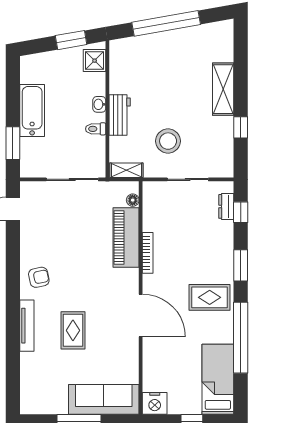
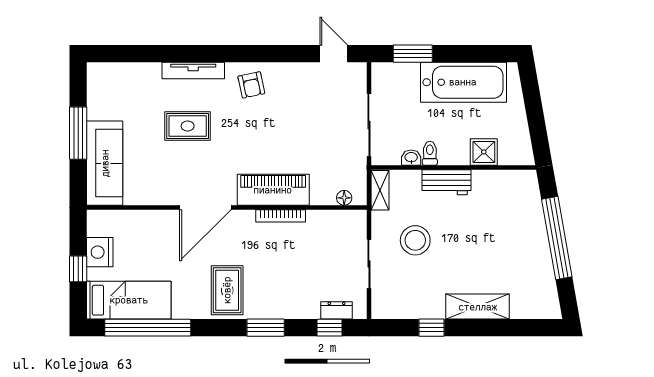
window: (71, 40) -> (537, 124), removed
shower: (95, 61) -> (484, 152), moved
washbasin: (99, 104) -> (411, 158), moved
bathtub: (32, 110) -> (463, 82), width x1.36, depth x1.36
piano: (126, 238) -> (273, 190), moved
window: (241, 338) -> (148, 328), moved
nightstand: (155, 403) -> (100, 252), moved

